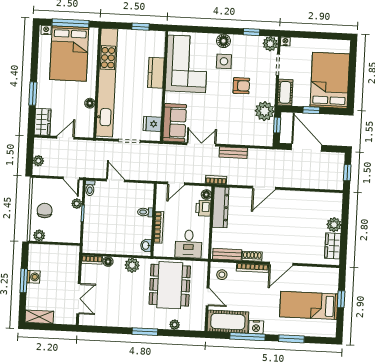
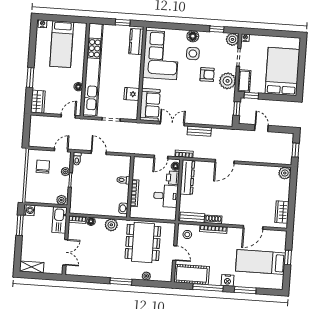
window: (71, 23) -> (63, 18), removed
bed: (69, 54) -> (62, 44), width x0.67
kitchen counter: (156, 73) -> (136, 42), moved
window: (311, 110) -> (251, 95), moved
plant: (265, 111) -> (228, 81), moved
fridge: (152, 124) -> (132, 94), moved
door: (65, 138) -> (68, 116), moved
door: (307, 148) -> (261, 128), width x0.53
plant: (38, 161) -> (34, 135), removed
door: (71, 178) -> (61, 150), swing flipped
door: (176, 183) -> (161, 157), moved
chair: (45, 210) -> (43, 167), moved
plant: (334, 225) -> (285, 173), moved
plant: (39, 235) -> (61, 200), moved
desk: (189, 244) -> (166, 196), moved, turned -90
kitchen sink: (71, 261) -> (60, 220), added
door: (281, 264) -> (253, 227), moved
washing machine: (34, 277) -> (29, 210), moved
window: (24, 281) -> (20, 225), moved
nightstand: (256, 327) -> (227, 280), moved

